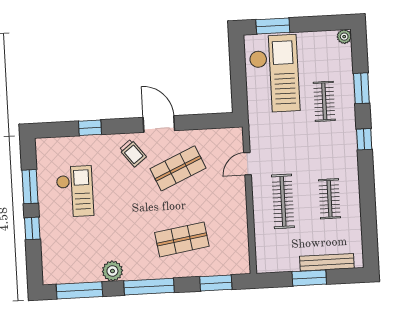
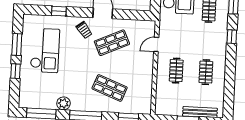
checkout: (75, 191) -> (45, 50), width x1.36, depth x1.21
clothes rail: (283, 201) -> (176, 71), width x0.73
shop shelf: (182, 239) -> (110, 88), turned 30

